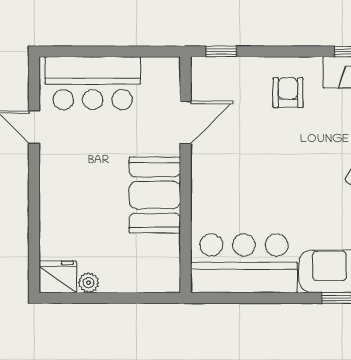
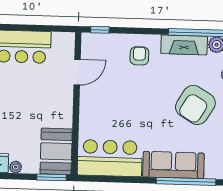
booth: (155, 195) -> (56, 151), moved
window: (148, 298) -> (52, 177), added

